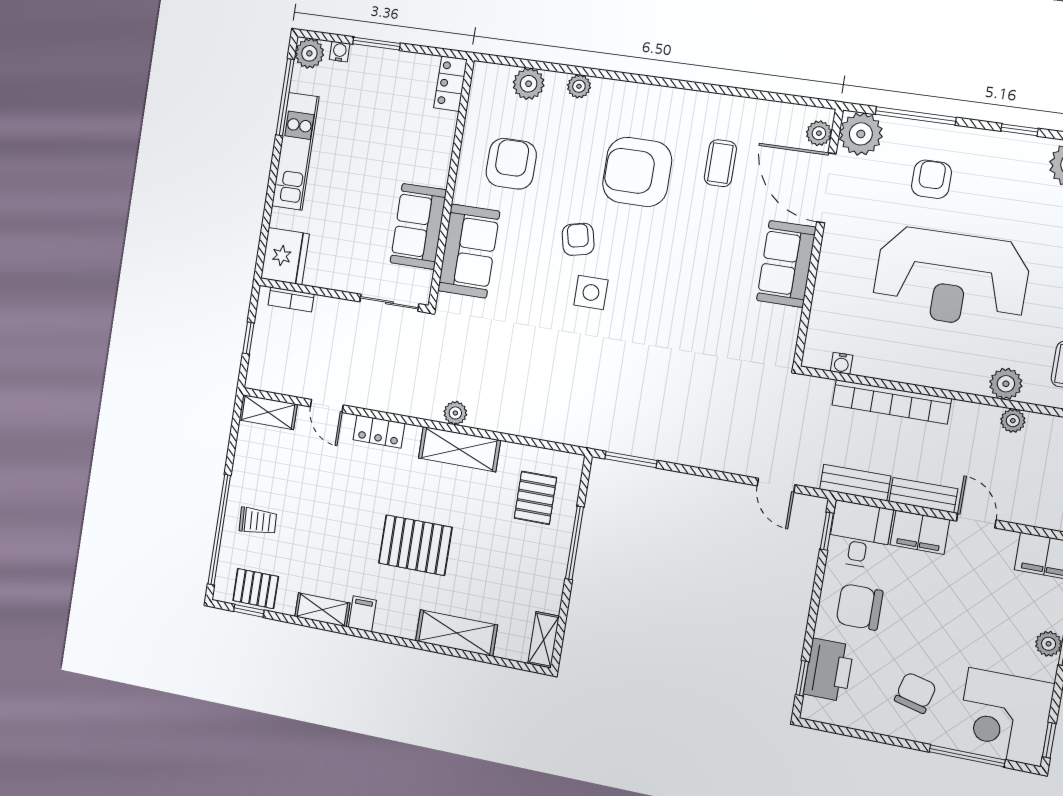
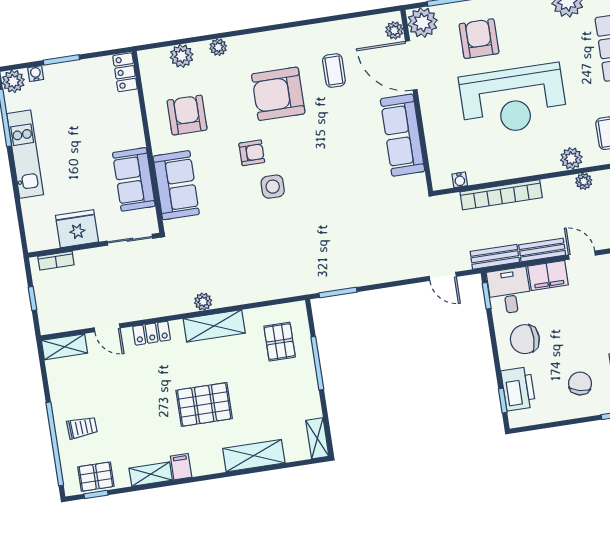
armchair: (931, 179) -> (479, 39), width x1.38, depth x1.38
armchair: (578, 239) -> (252, 153), turned 103
fridge: (285, 256) -> (77, 229), moved, turned -90
sofa: (786, 264) -> (403, 135), width x1.36

